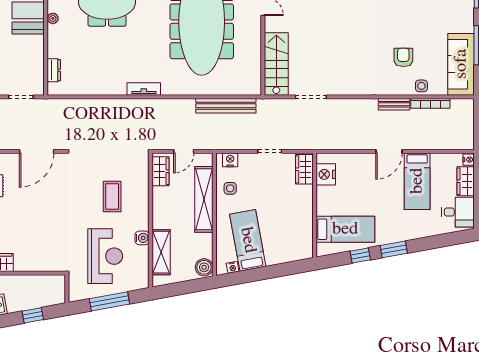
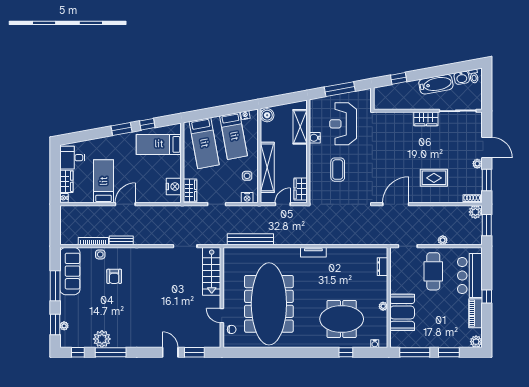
bed: (286, 231) -> (204, 143), added

